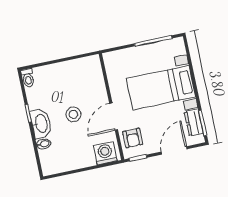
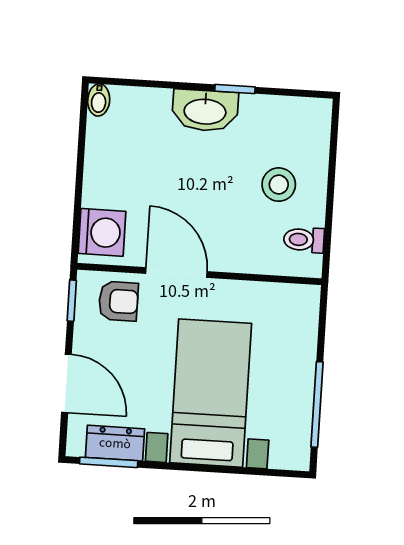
toilet: (28, 78) -> (304, 240), moved
stool: (73, 114) -> (279, 185), moved
armchair: (133, 138) -> (118, 301), turned 180
bidet: (44, 144) -> (99, 100), moved

